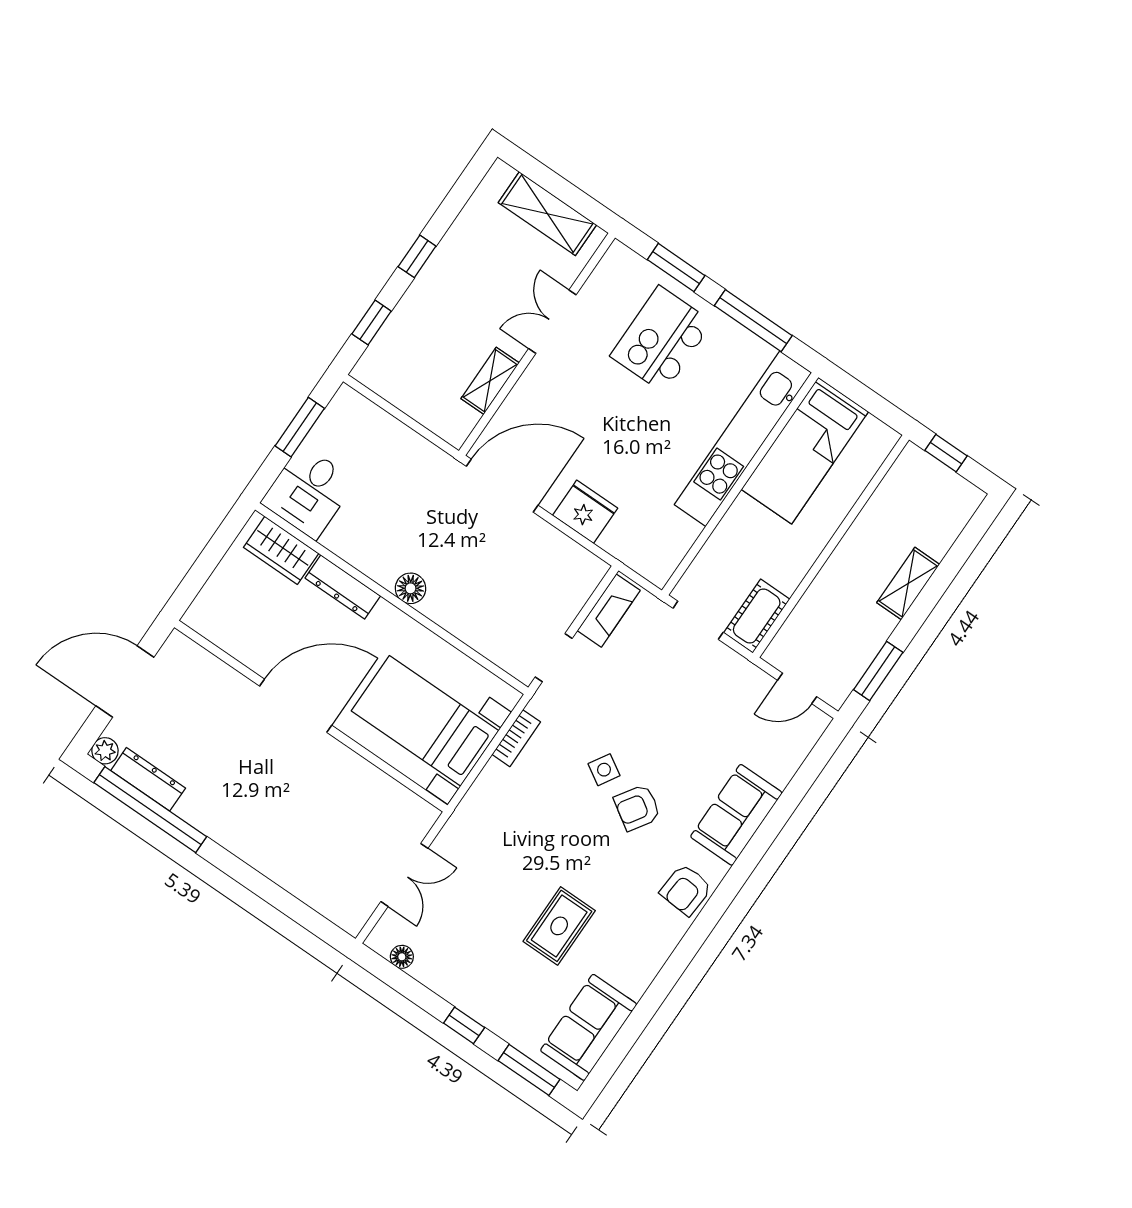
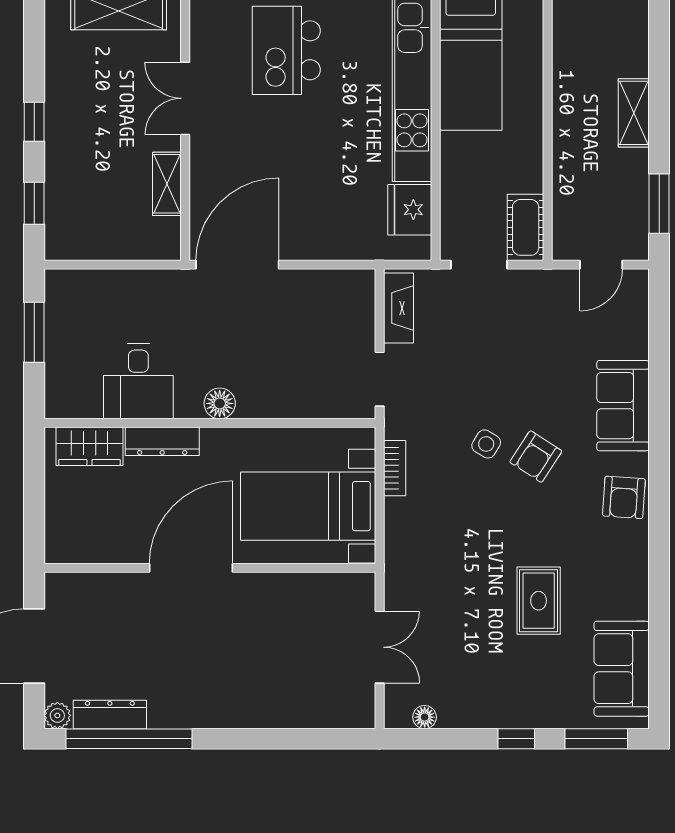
desk: (308, 492) -> (138, 381), moved
fridge: (585, 512) -> (410, 210), moved, turned -90

